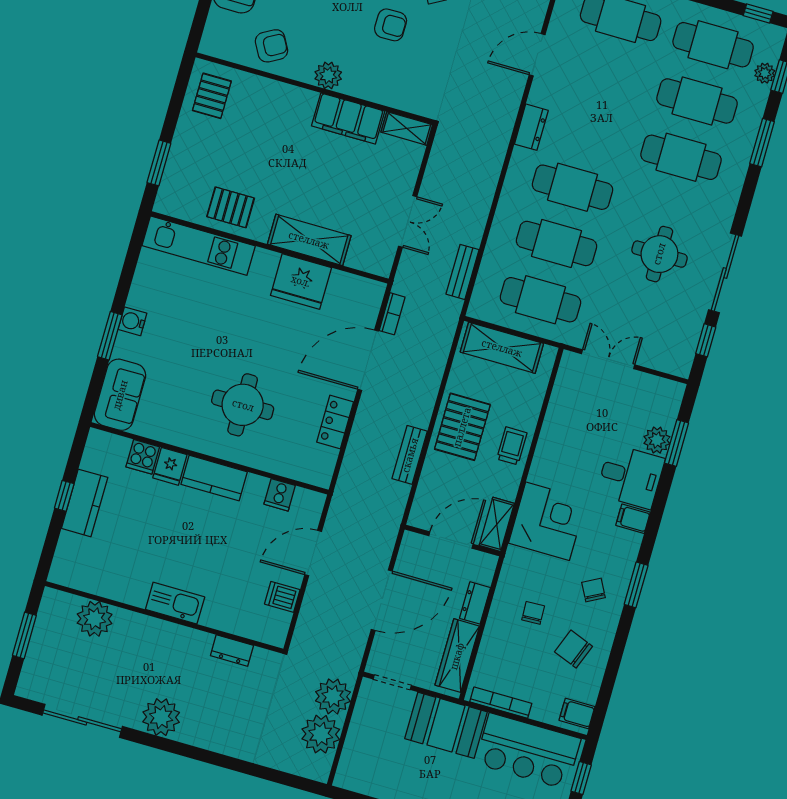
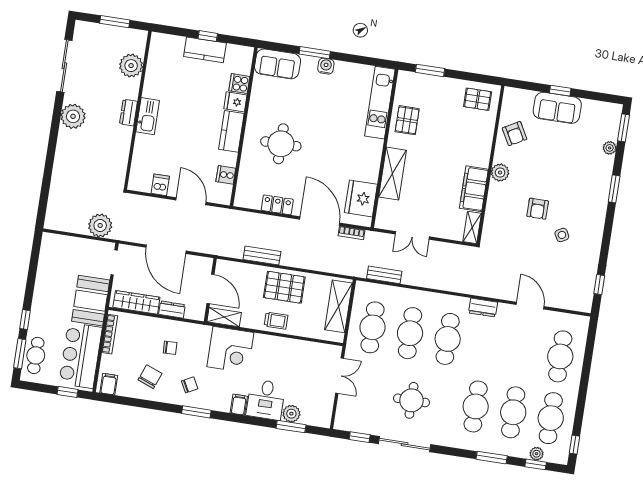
fridge: (301, 281) -> (361, 198), moved
dresser: (232, 651) -> (128, 113), moved
plant: (321, 734) -> (75, 221), removed

